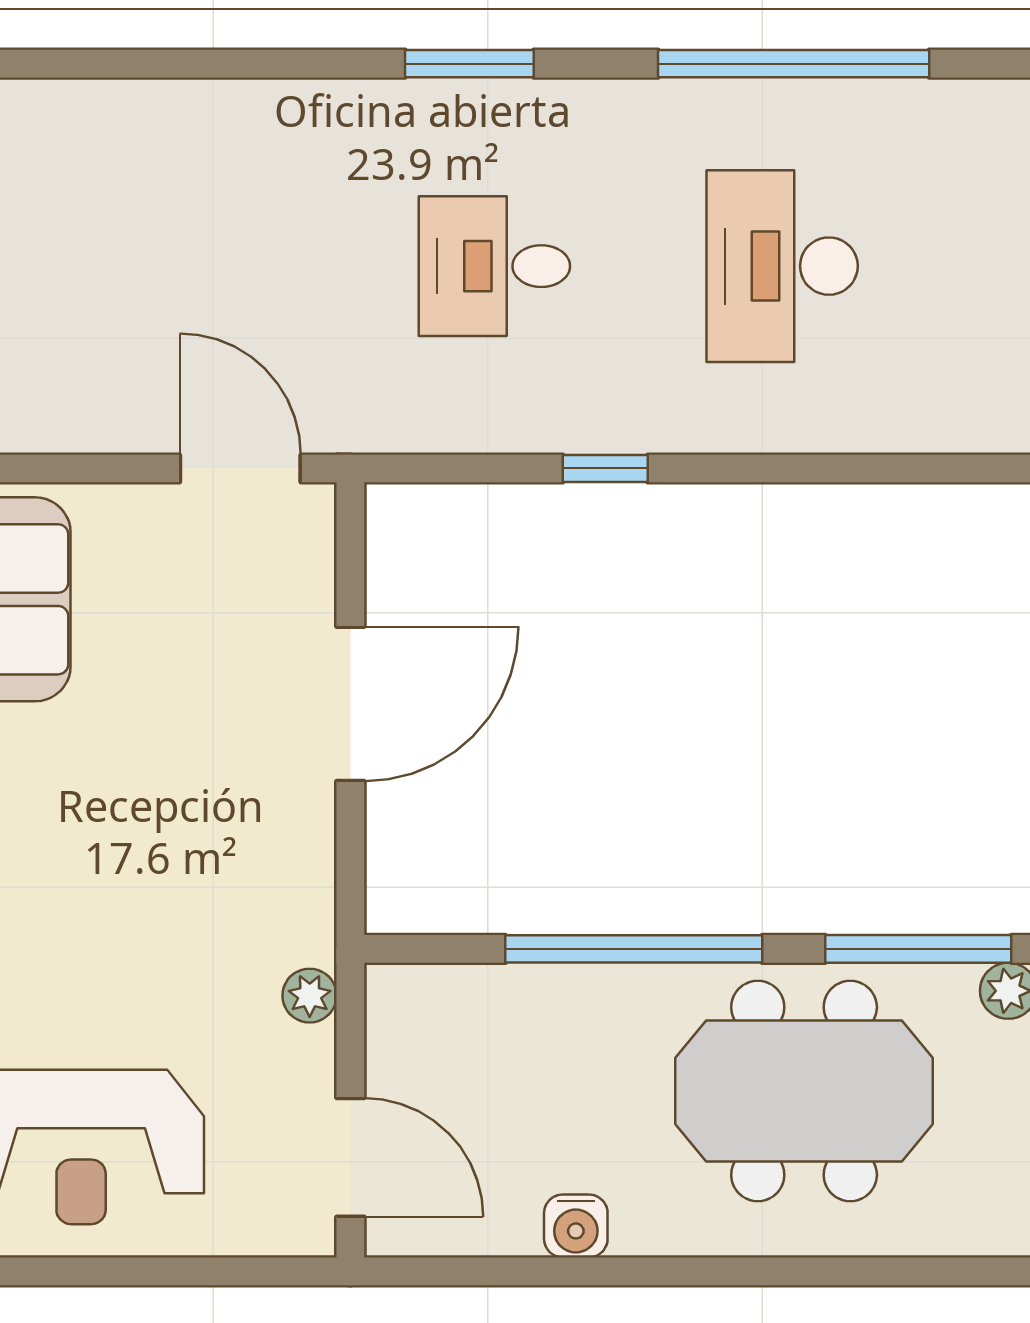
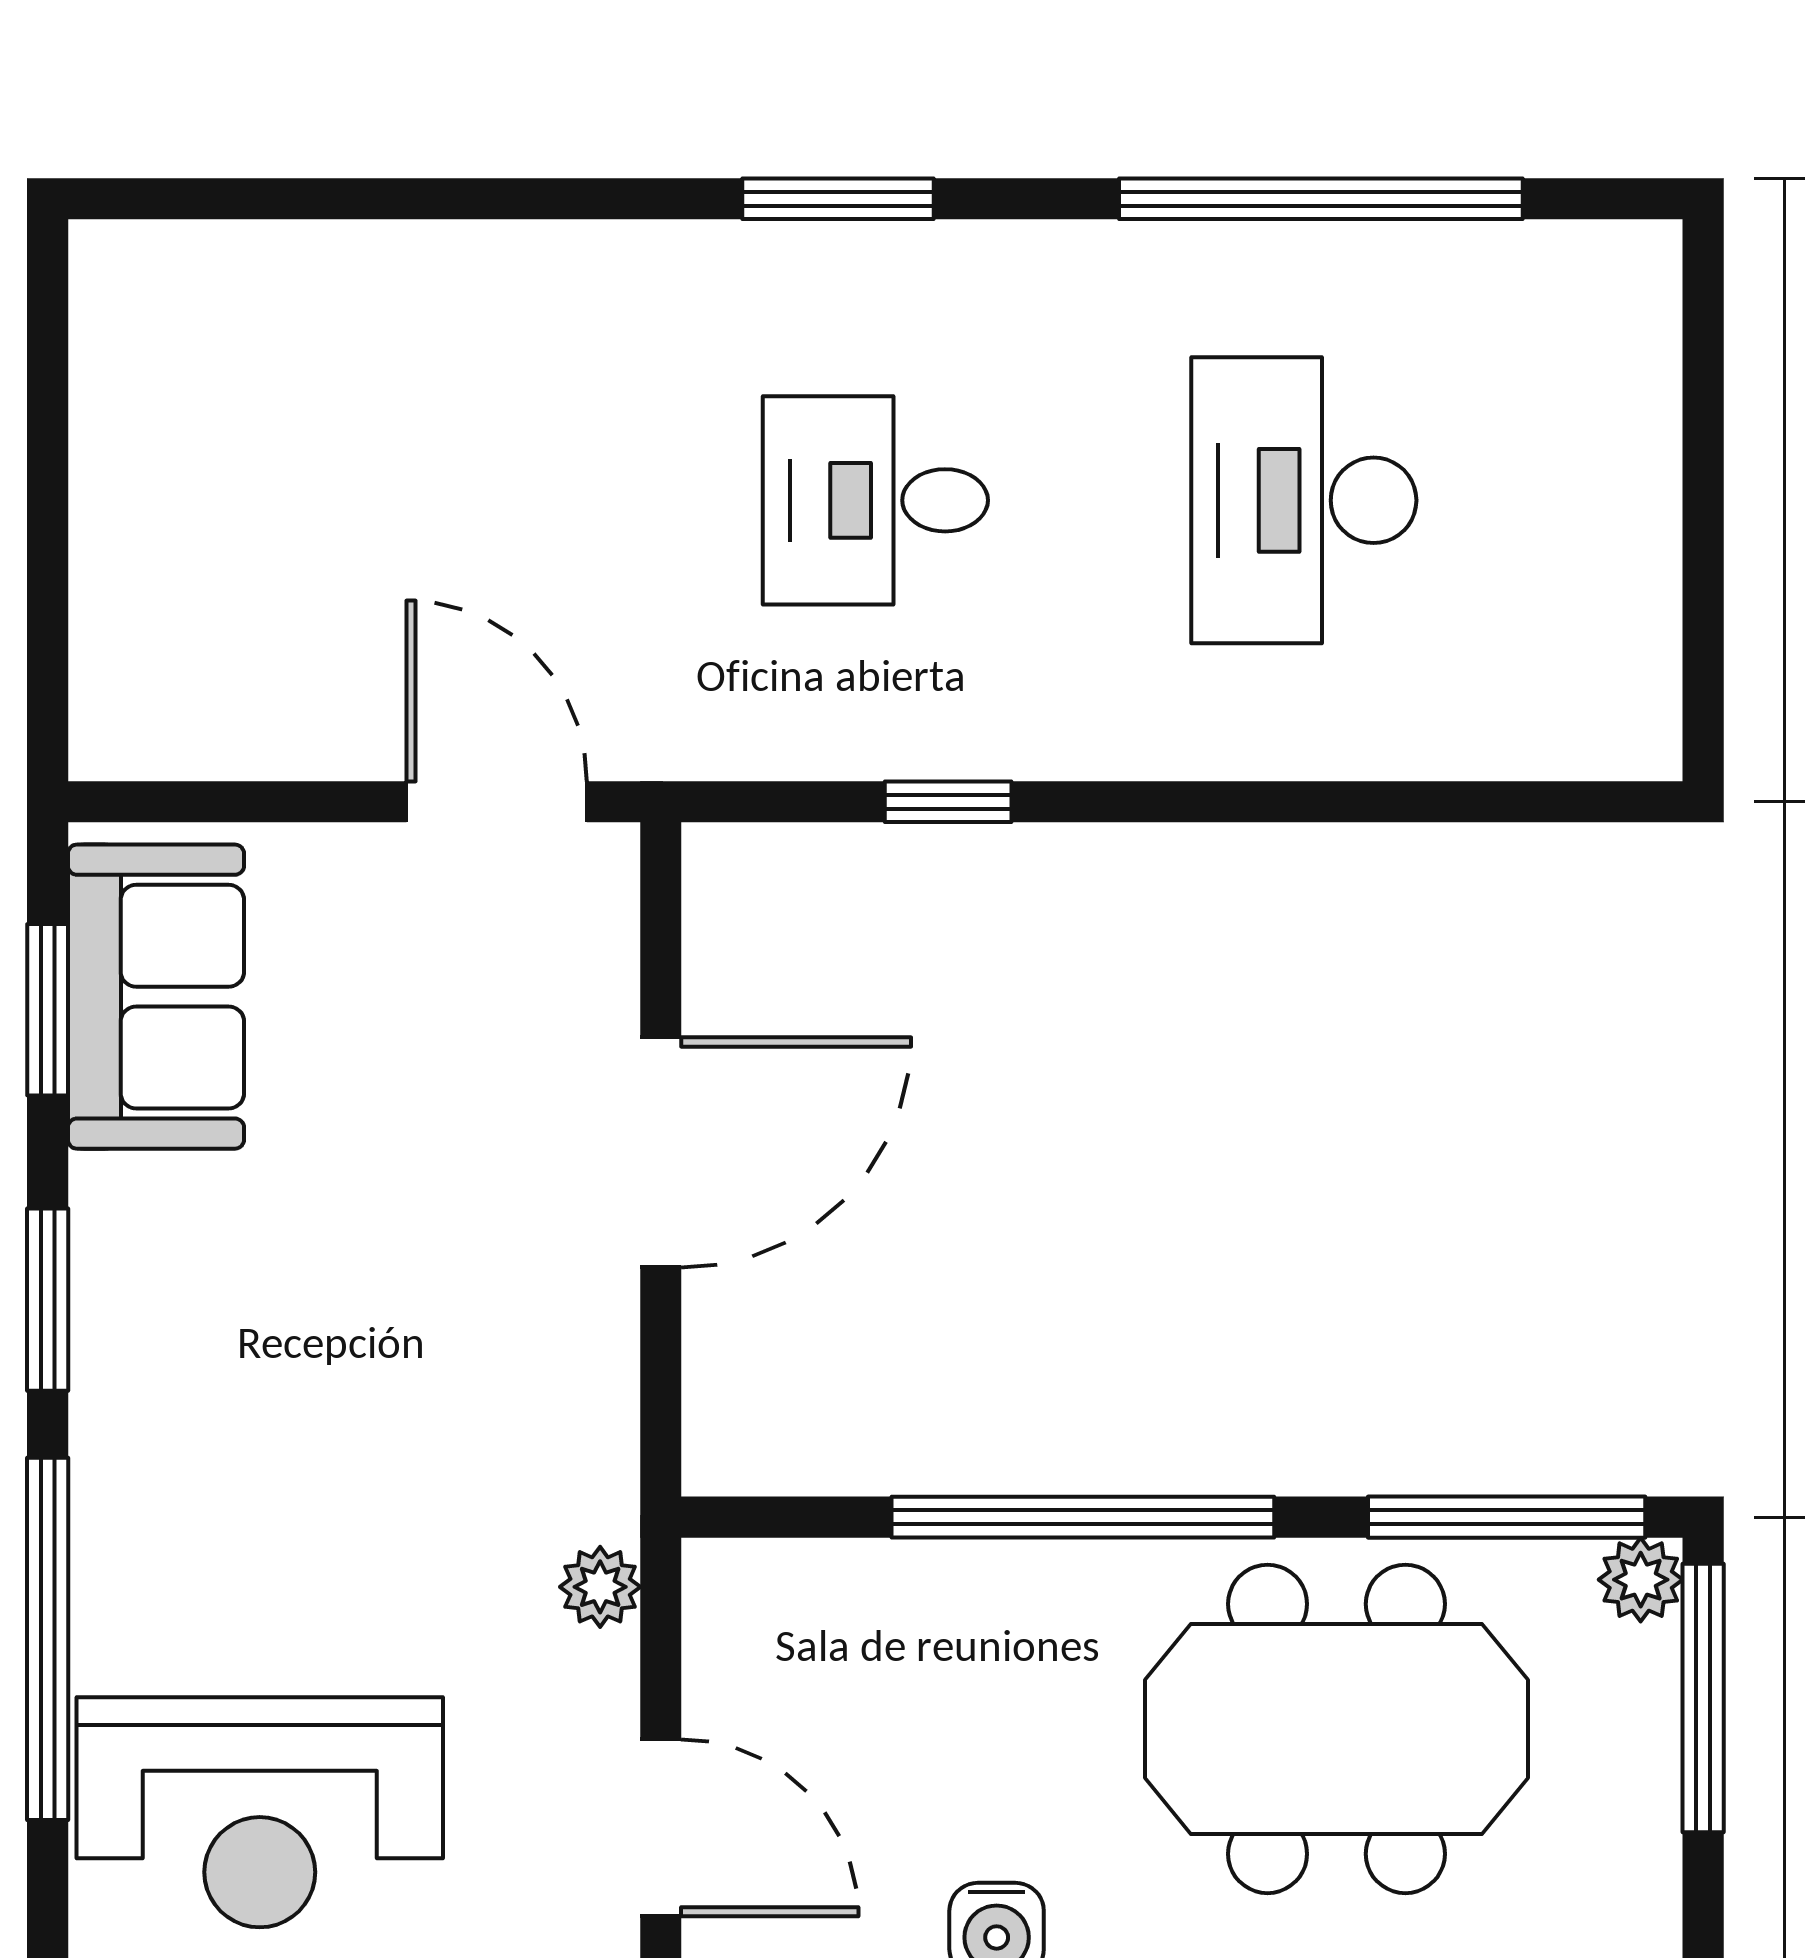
window: (605, 468) -> (948, 802), moved

